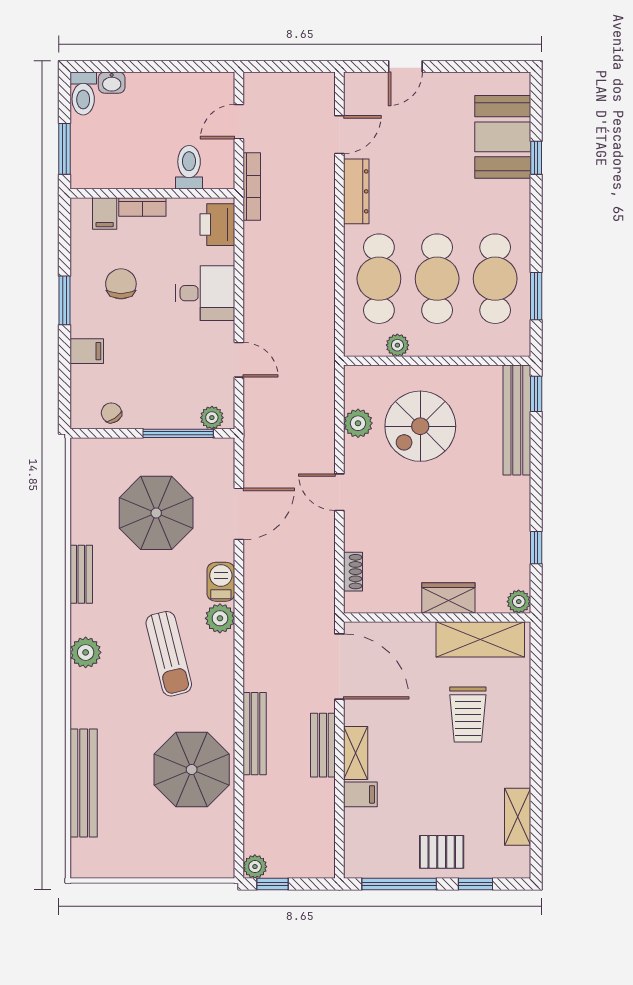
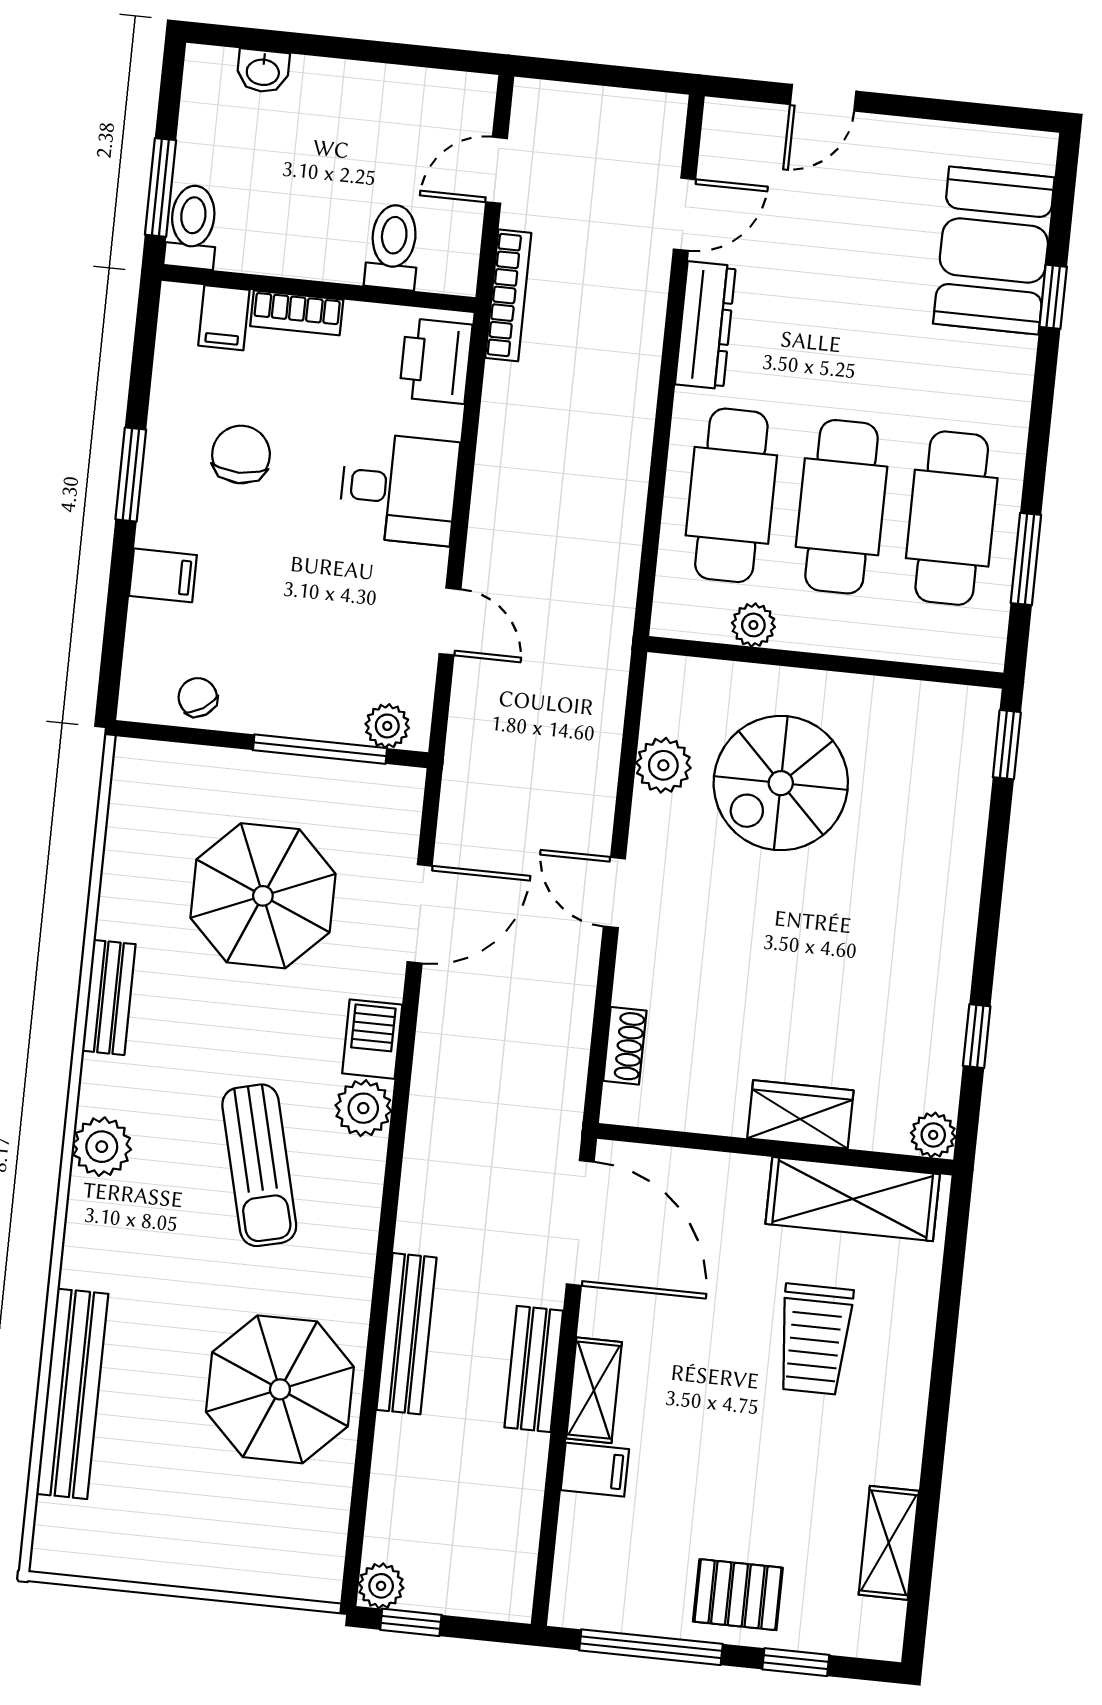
toilet: (83, 93) -> (192, 227), moved, turned 180
bench: (517, 420) -> (965, 790), removed

